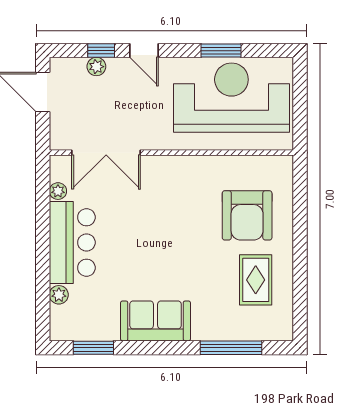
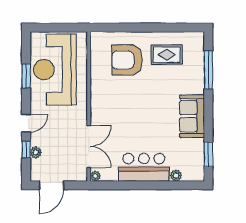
plant: (58, 191) -> (95, 176), moved
armchair: (247, 215) -> (127, 60), turned 180

